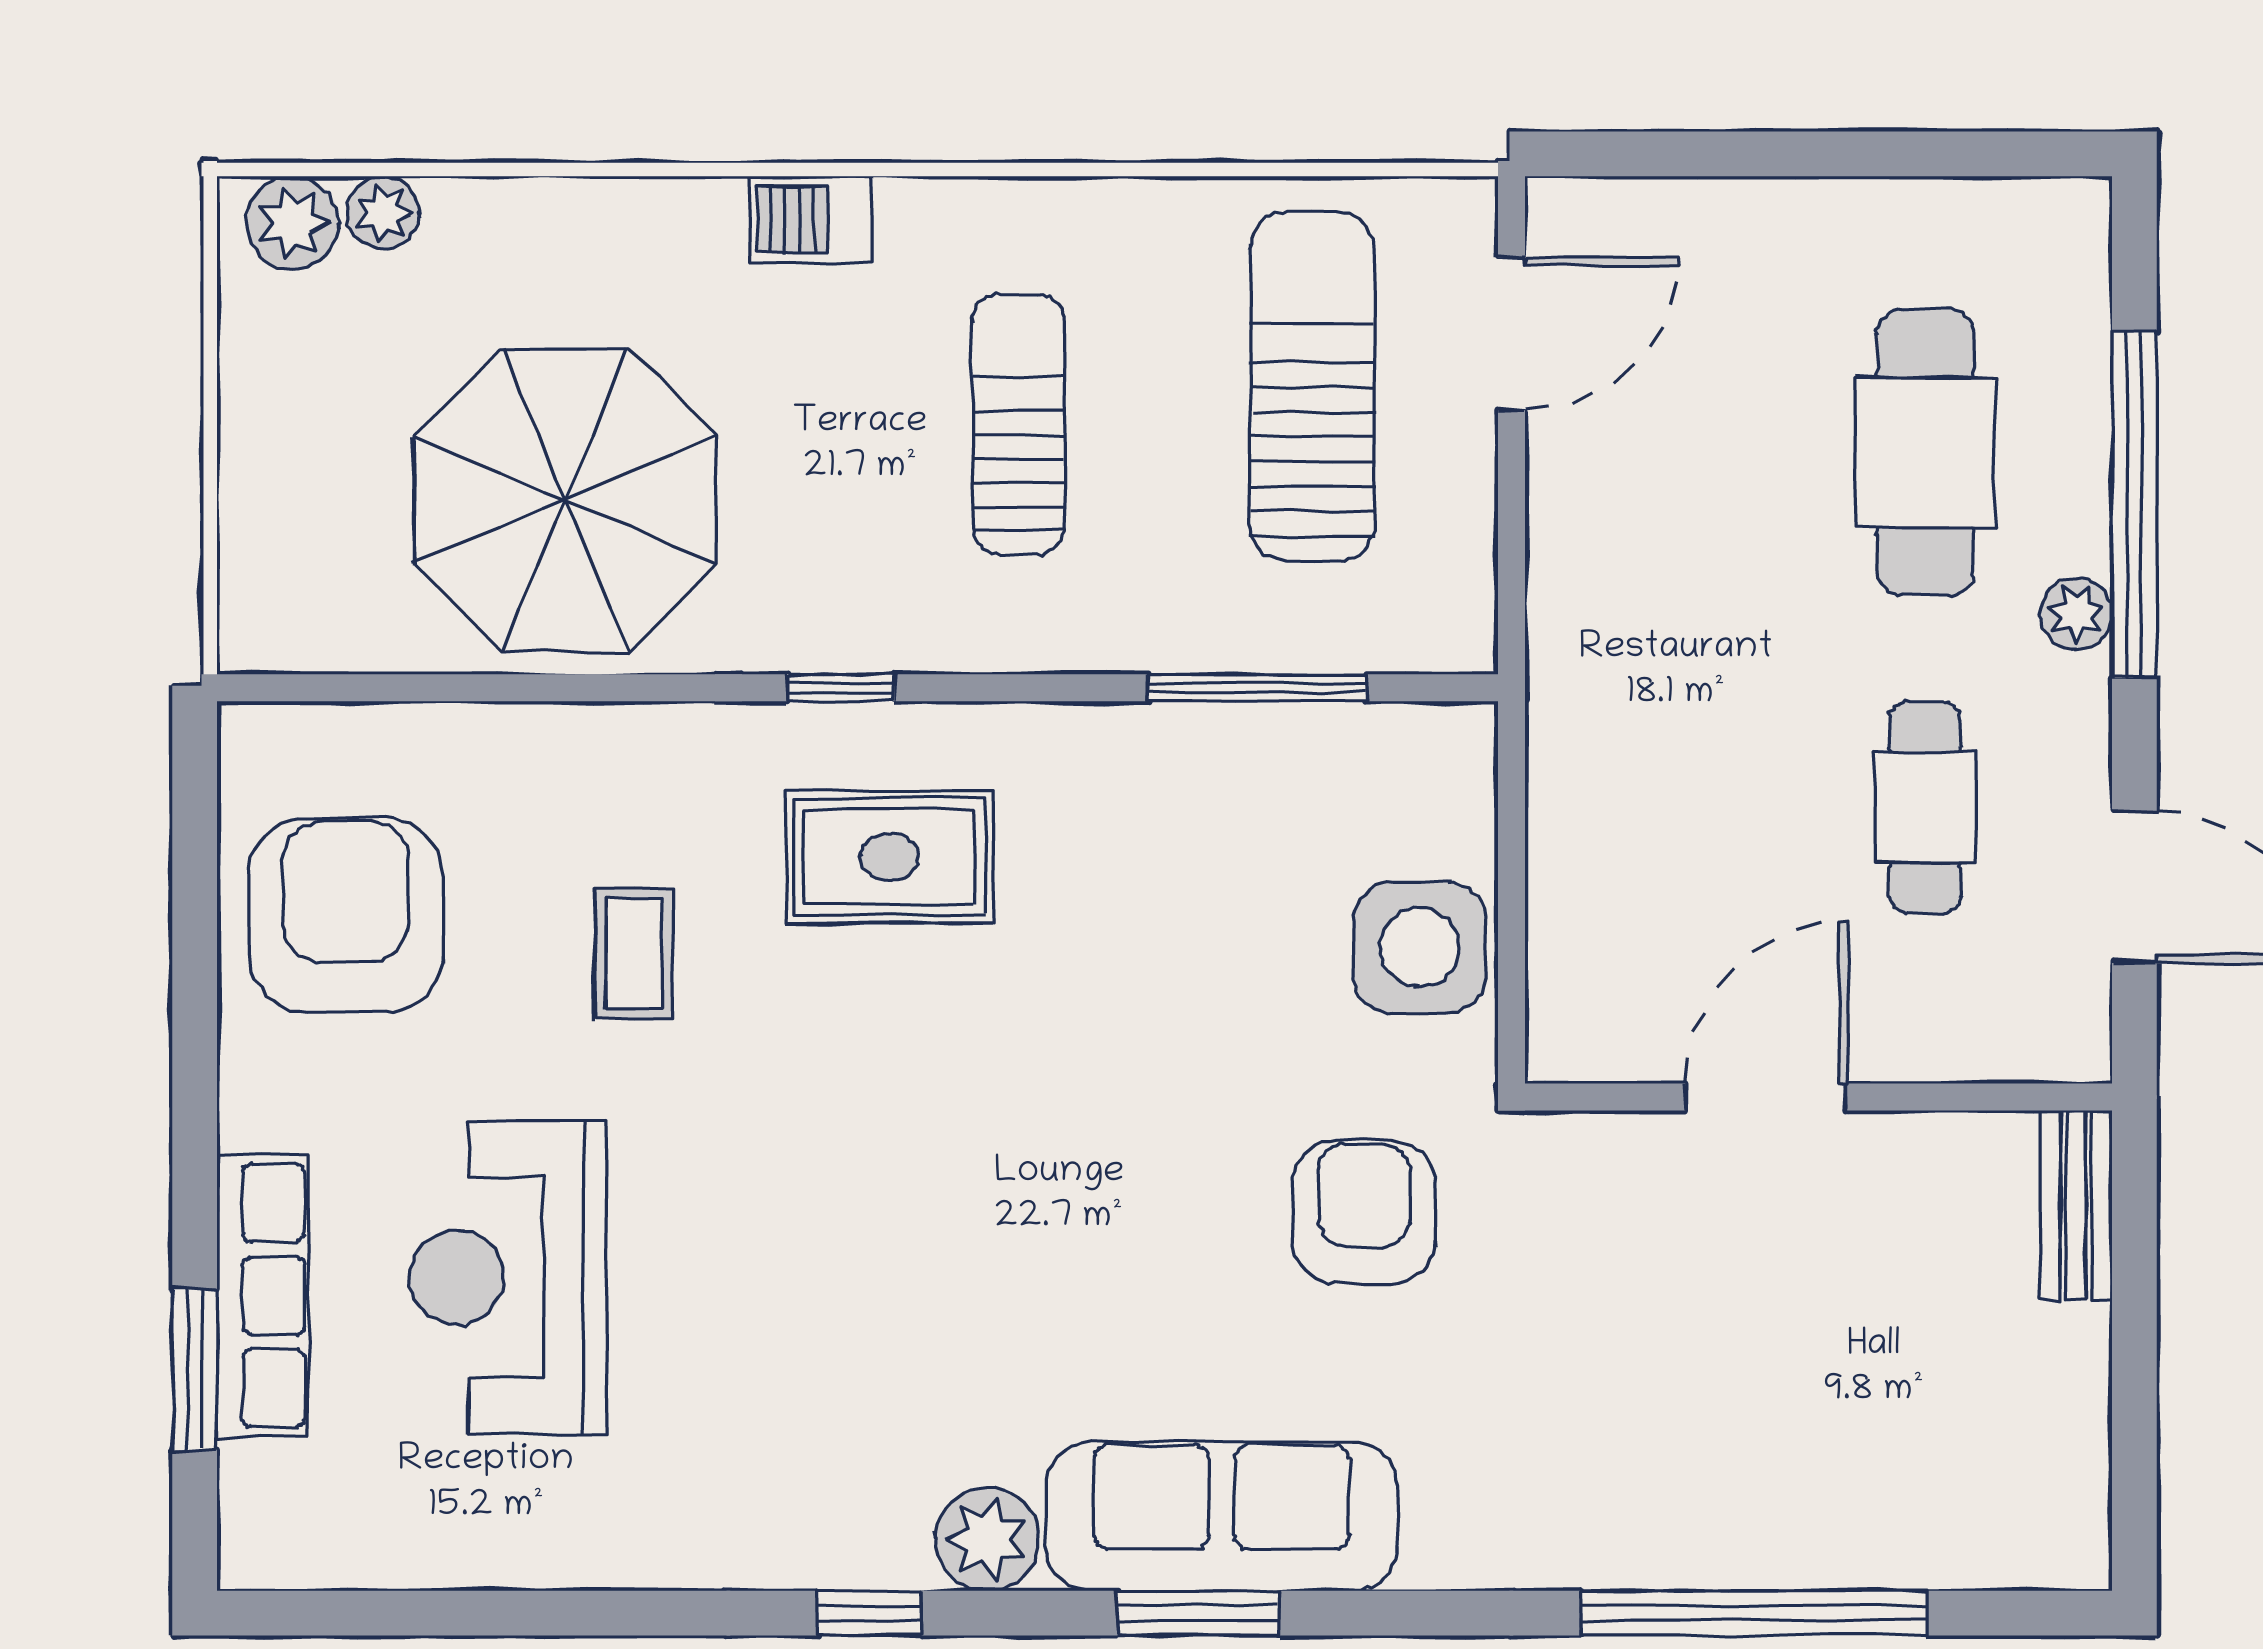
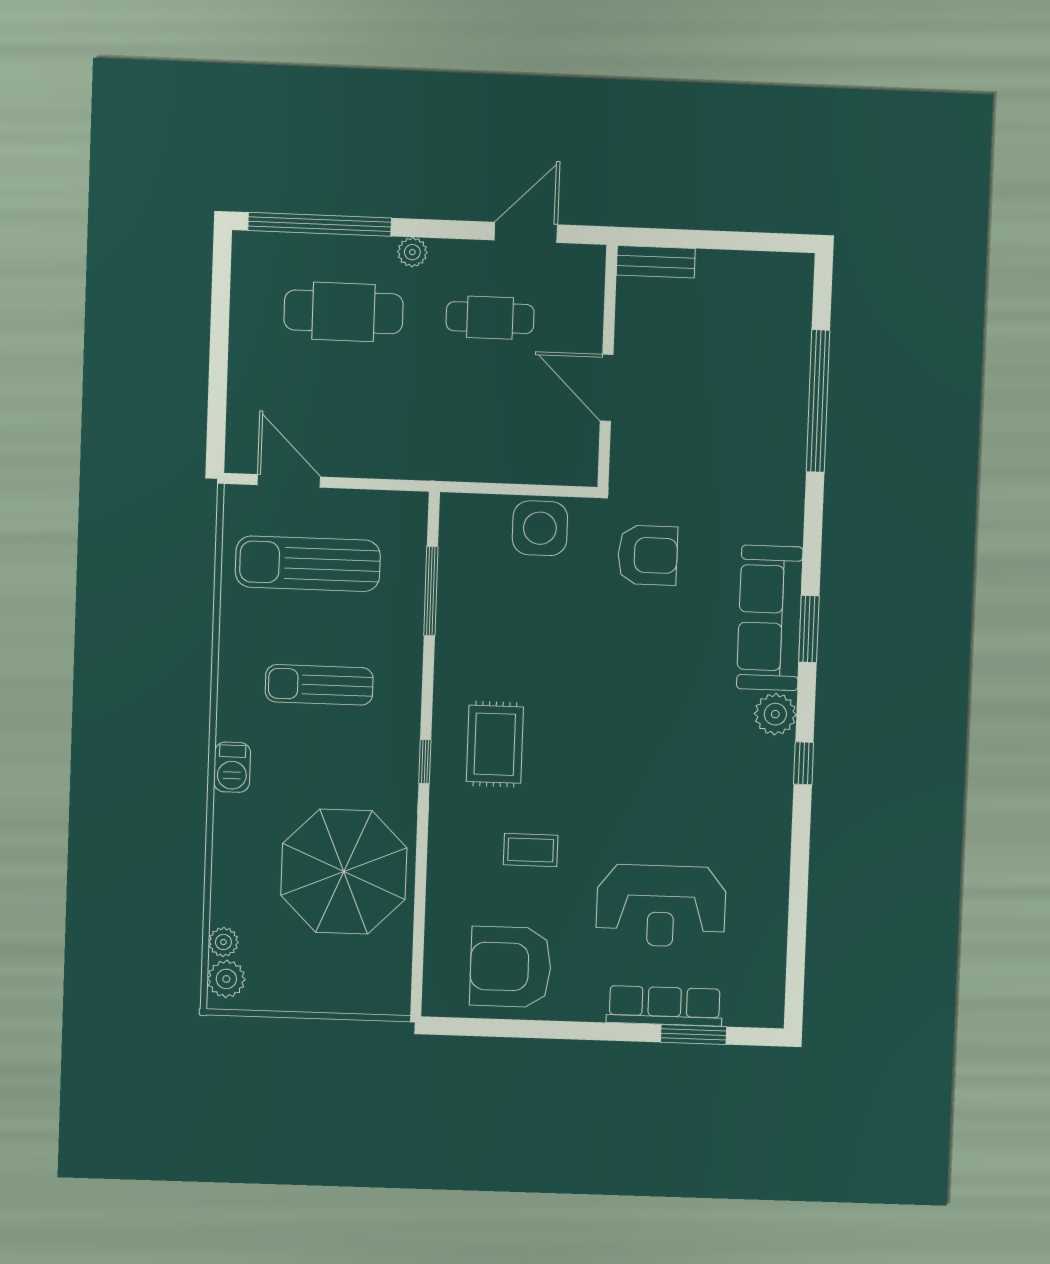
window: (2134, 505) -> (320, 224), moved
armchair: (1364, 1212) -> (648, 555), turned 180

